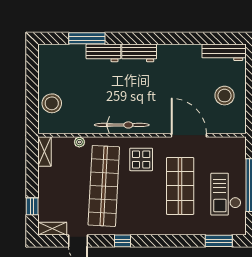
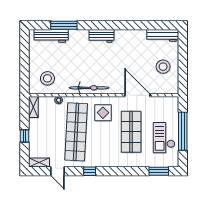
workbench: (103, 53) -> (51, 36), moved, width x1.38
stool: (52, 103) -> (47, 78), moved
window: (32, 206) -> (24, 136), moved

